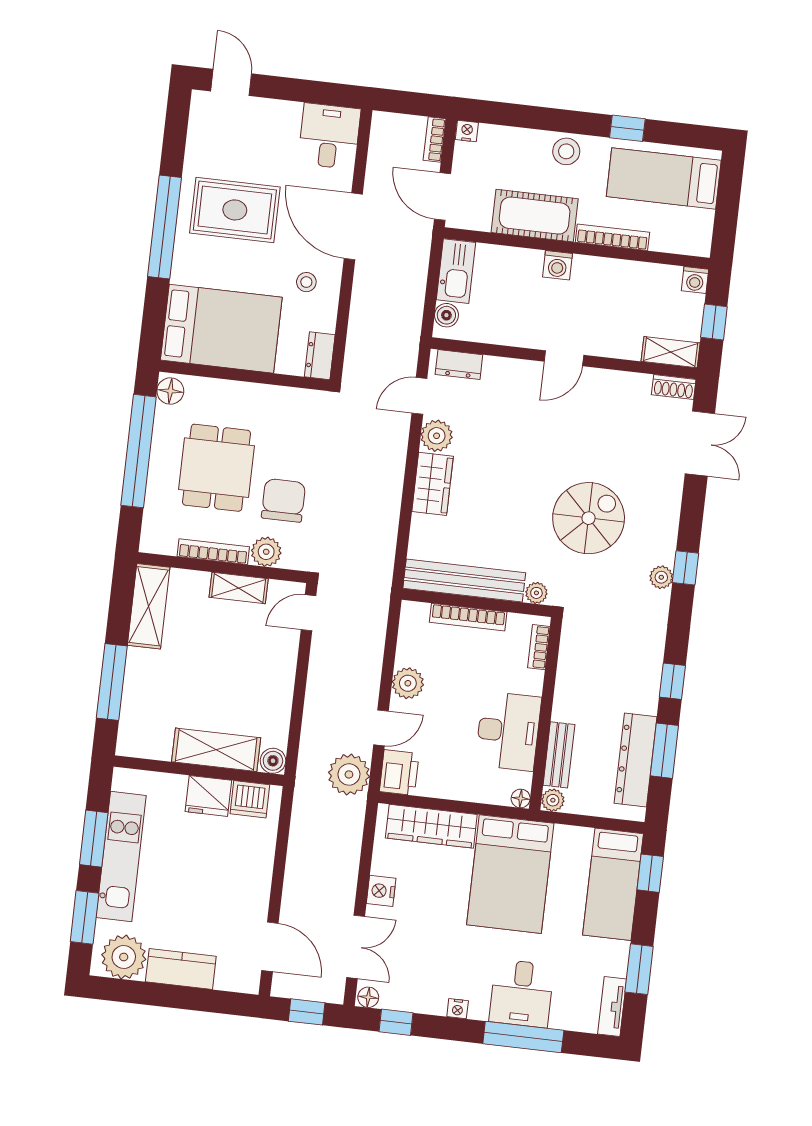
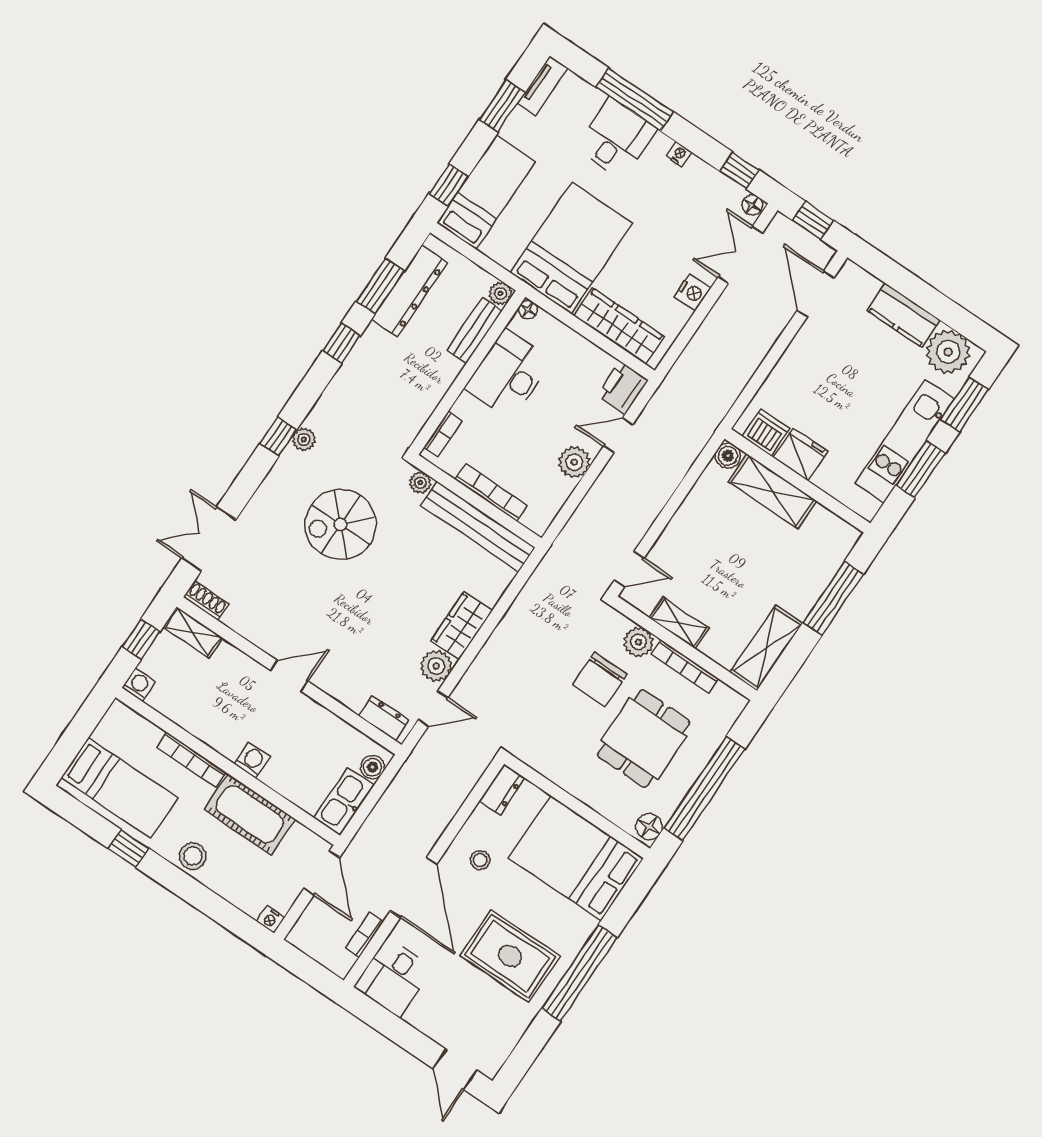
bookcase: (435, 140) -> (364, 935), moved, turned 180
plant: (349, 774) -> (667, 409), removed

